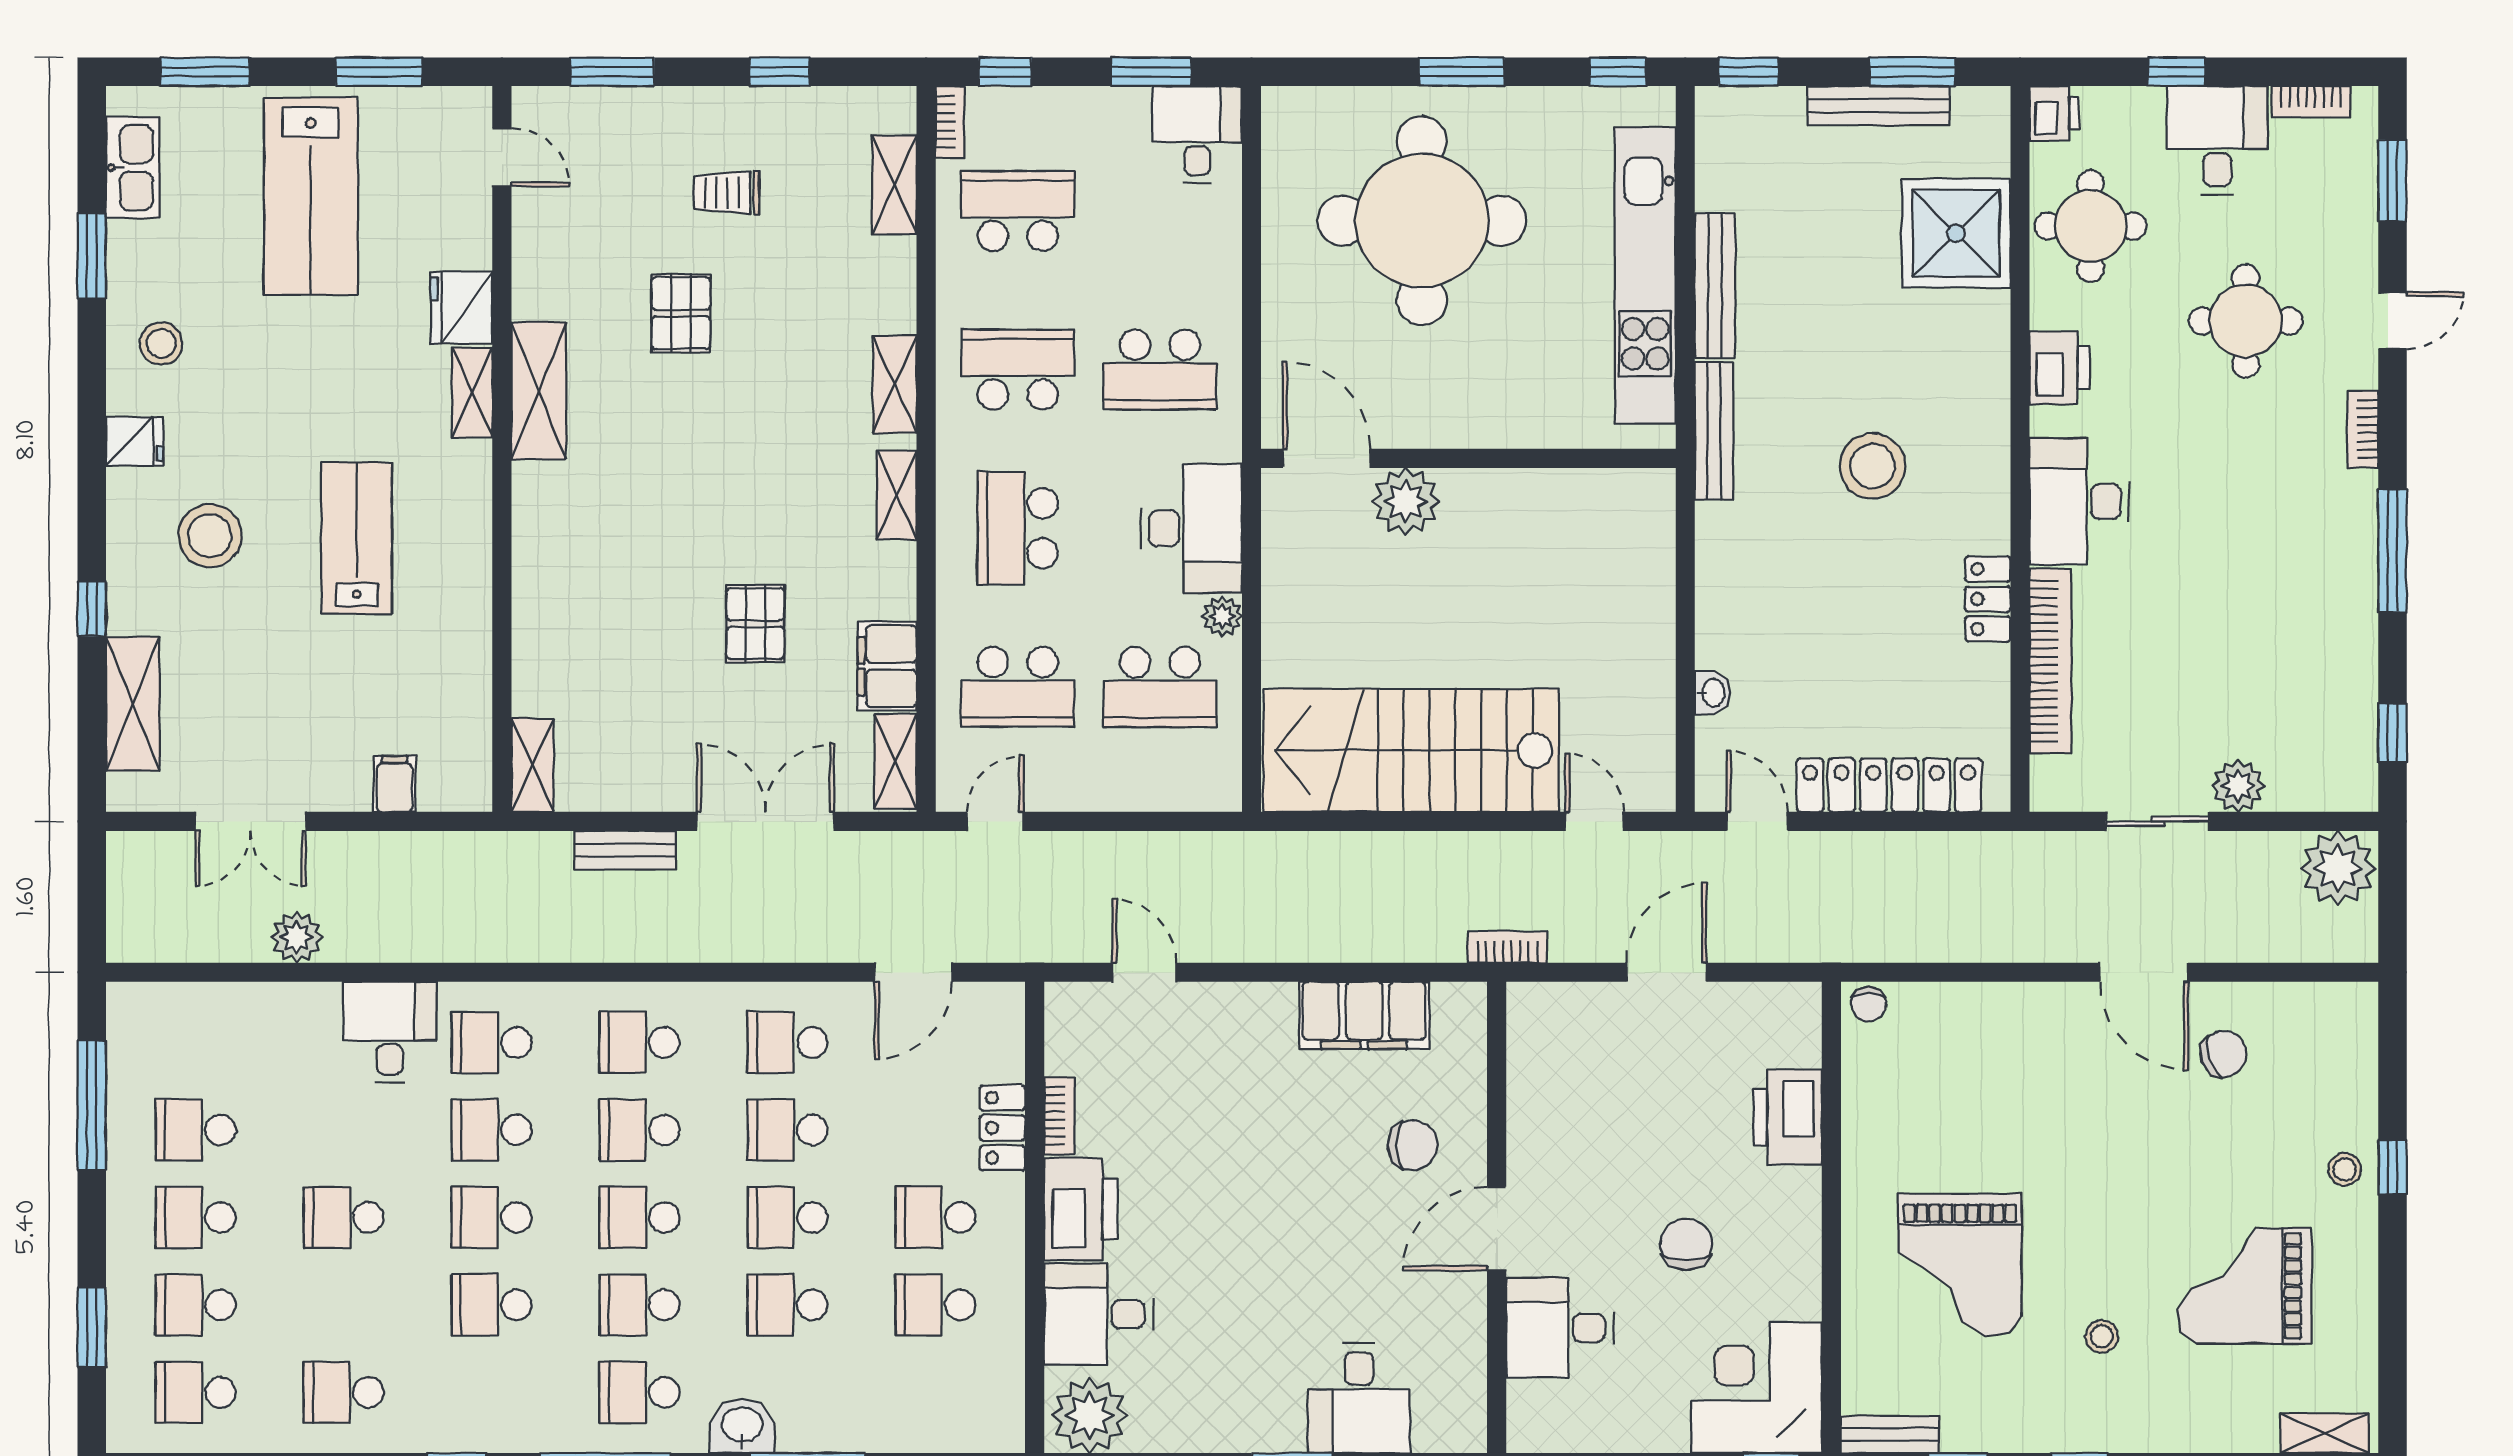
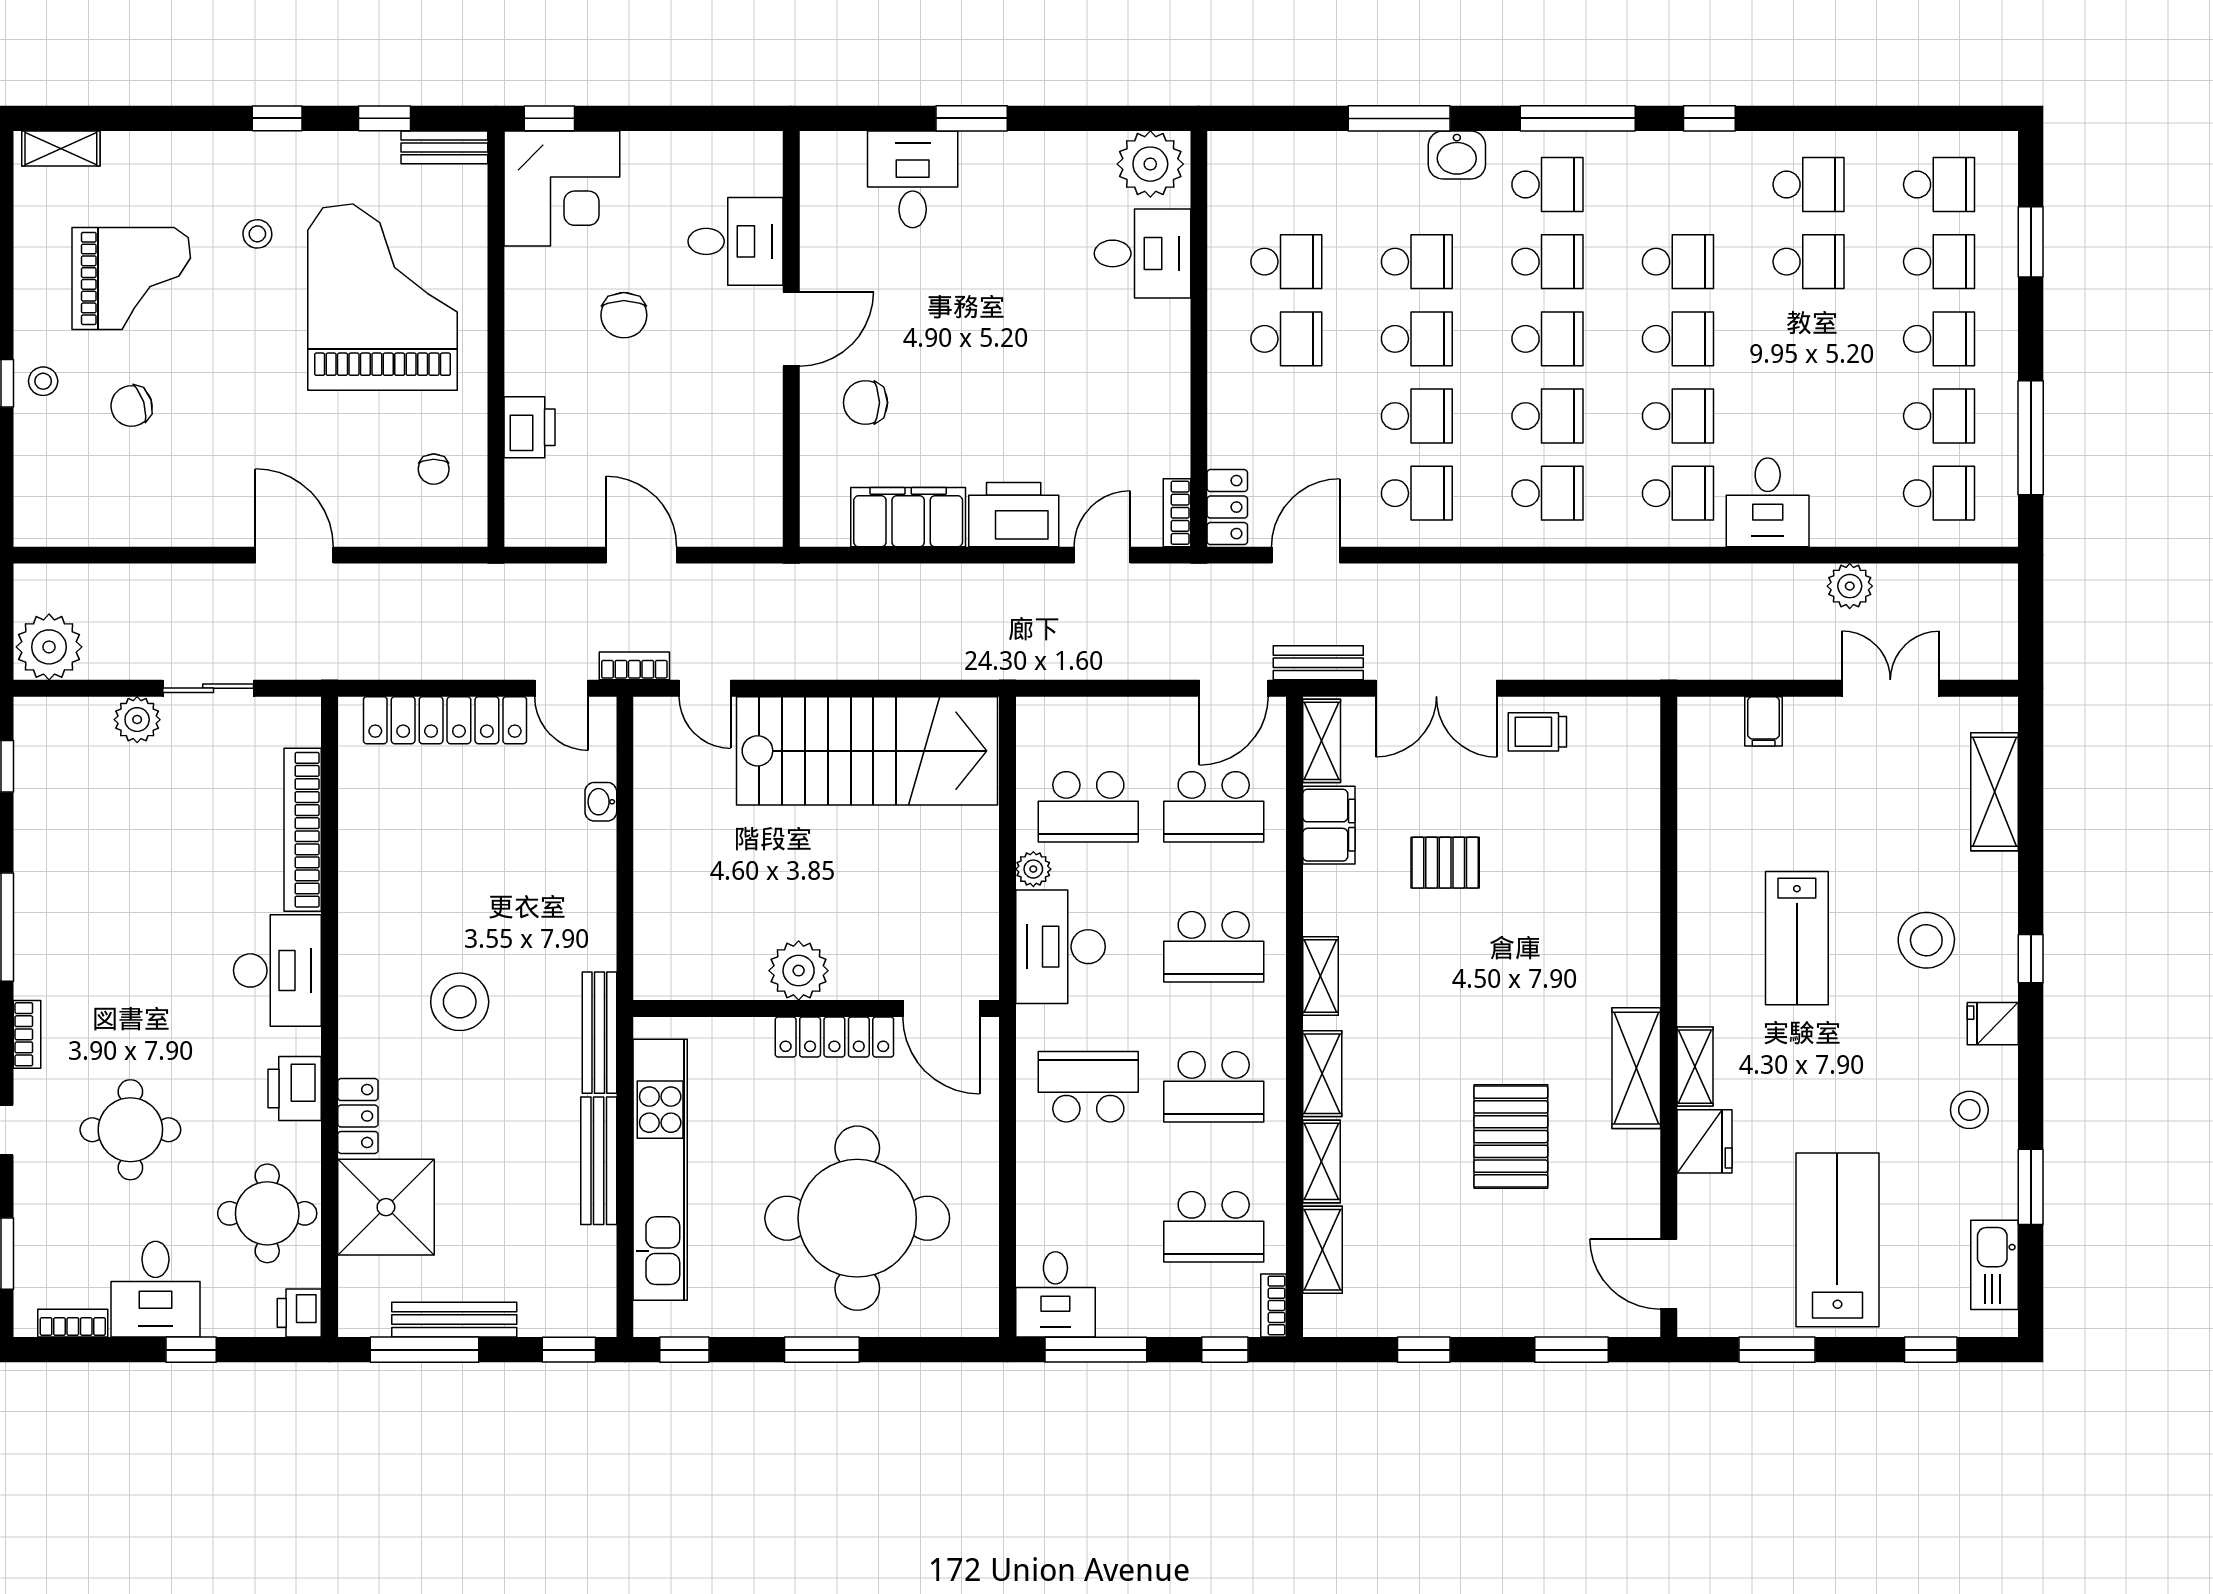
window: (205, 72) -> (1931, 1350), width x0.67
window: (1151, 72) -> (1096, 1350), width x1.44
window: (1912, 72) -> (425, 1350), width x1.44
door: (502, 157) -> (1669, 1274), width x1.38
trolley: (726, 193) -> (1537, 732), moved, turned 180
pallet: (681, 313) -> (1511, 1137), width x1.50, depth x1.42
locker: (1448, 426) -> (834, 1037), added
plant: (1406, 501) -> (799, 971), moved
school desk: (1018, 528) -> (1214, 947), turned 90
locker: (1988, 599) -> (358, 1116), moved
window: (92, 609) -> (2031, 959), moved
pallet: (755, 624) -> (1445, 863), turned 90
school desk: (1018, 687) -> (1214, 807), turned 180
school desk: (1160, 687) -> (1088, 807), turned 180
shelving: (532, 765) -> (1321, 1161), moved
door: (995, 821) -> (1234, 688), width x1.38
bench: (625, 850) -> (1318, 663), moved
bookcase: (1507, 947) -> (634, 666), moved, turned 180
door: (1144, 972) -> (1102, 555), swing flipped
door: (1666, 972) -> (641, 555), swing flipped
door: (2144, 972) -> (294, 555), moved
chair: (1869, 1004) -> (434, 469), moved, turned 180
school desk: (196, 1042) -> (1939, 493), added
chair: (2224, 1054) -> (131, 406), moved
bookcase: (1059, 1116) -> (1177, 513), moved
printer: (1788, 1117) -> (530, 427), width x0.73, depth x0.84
locker: (1002, 1128) -> (1227, 507), moved
printer: (1081, 1209) -> (1014, 515), moved, turned 90
school desk: (344, 1217) -> (1808, 262), moved
grand piano: (1960, 1265) -> (383, 297), width x1.37, depth x1.48

